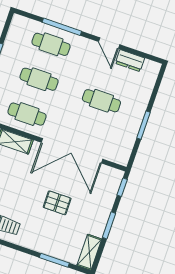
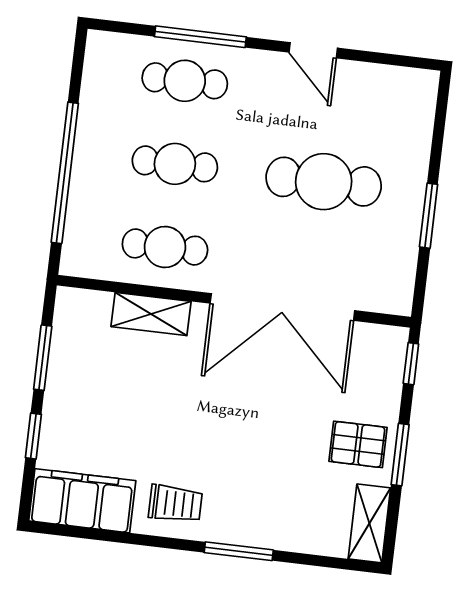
dresser: (130, 61) -> (368, 79), removed
cafe table: (101, 101) -> (324, 182), width x1.37, depth x1.35
pallet: (57, 203) -> (358, 444), moved
window: (54, 260) -> (239, 551), moved

